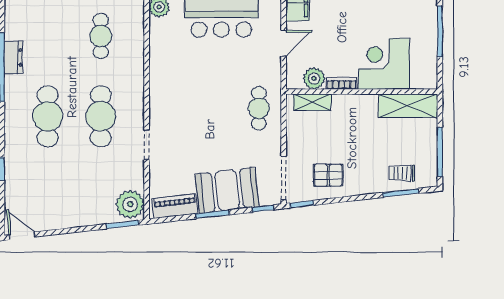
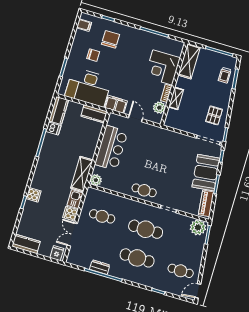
shelving: (312, 102) -> (176, 98), moved
cafe table: (259, 108) -> (144, 190), moved
cafe table: (48, 197) -> (181, 271), added

